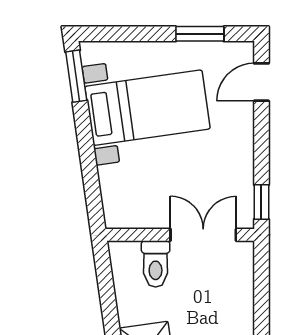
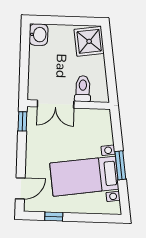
window: (200, 34) -> (54, 217), width x0.67
window: (76, 76) -> (120, 165), moved

